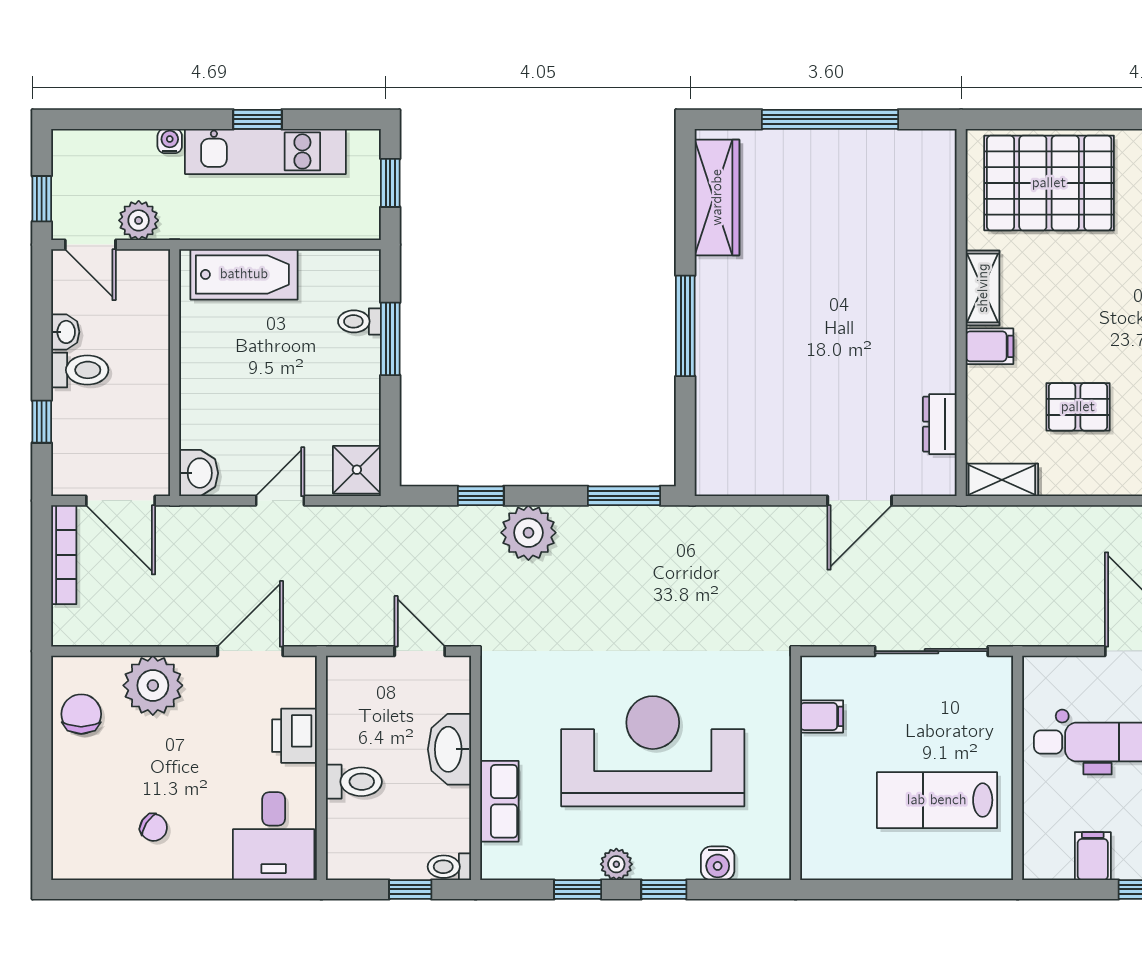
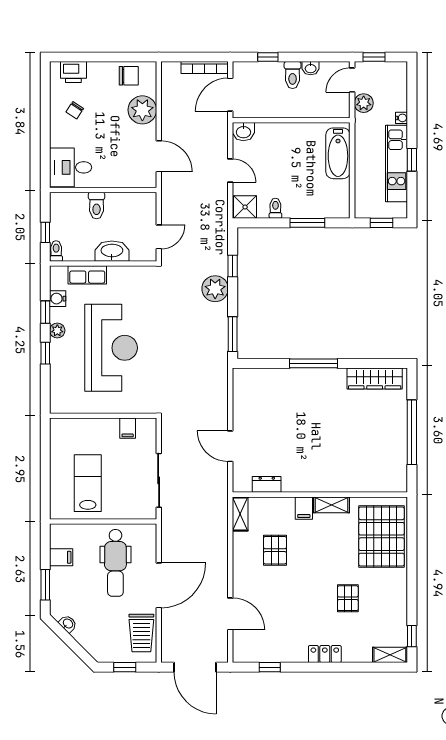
toilet: (359, 321) -> (275, 208), moved
printer: (294, 736) -> (73, 72), moved, turned 180
water cooler: (718, 863) -> (58, 299), moved

